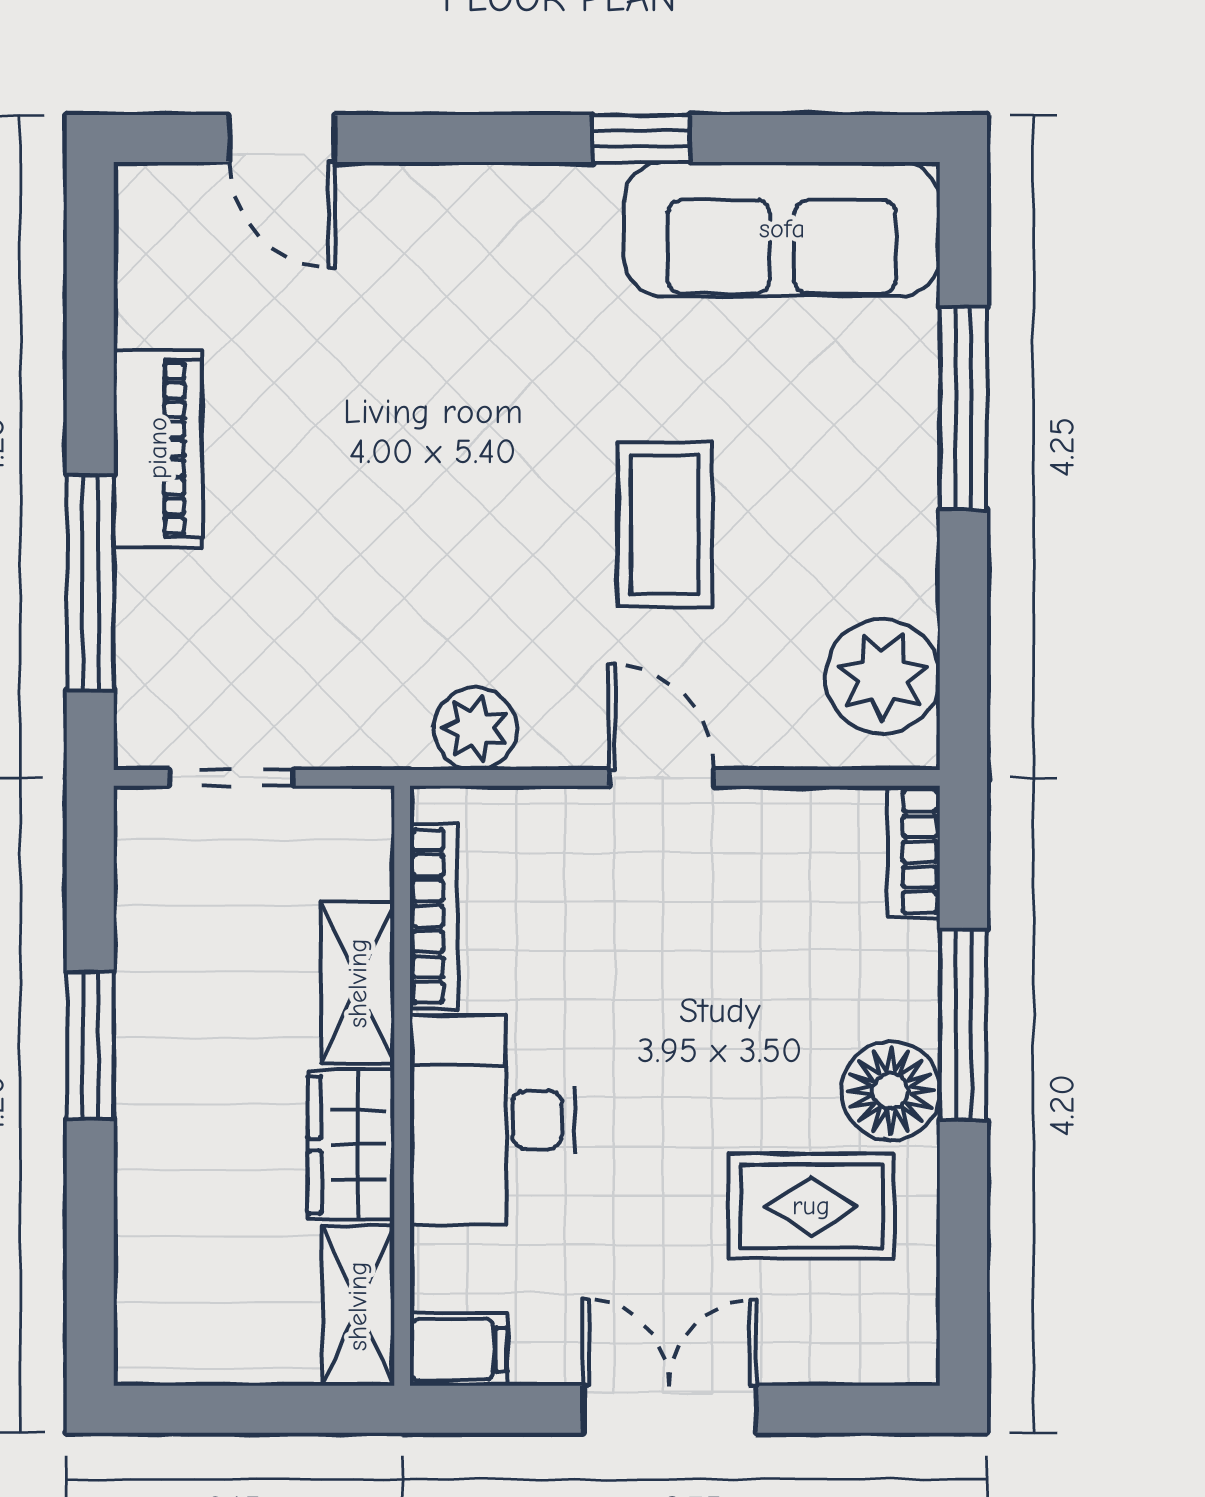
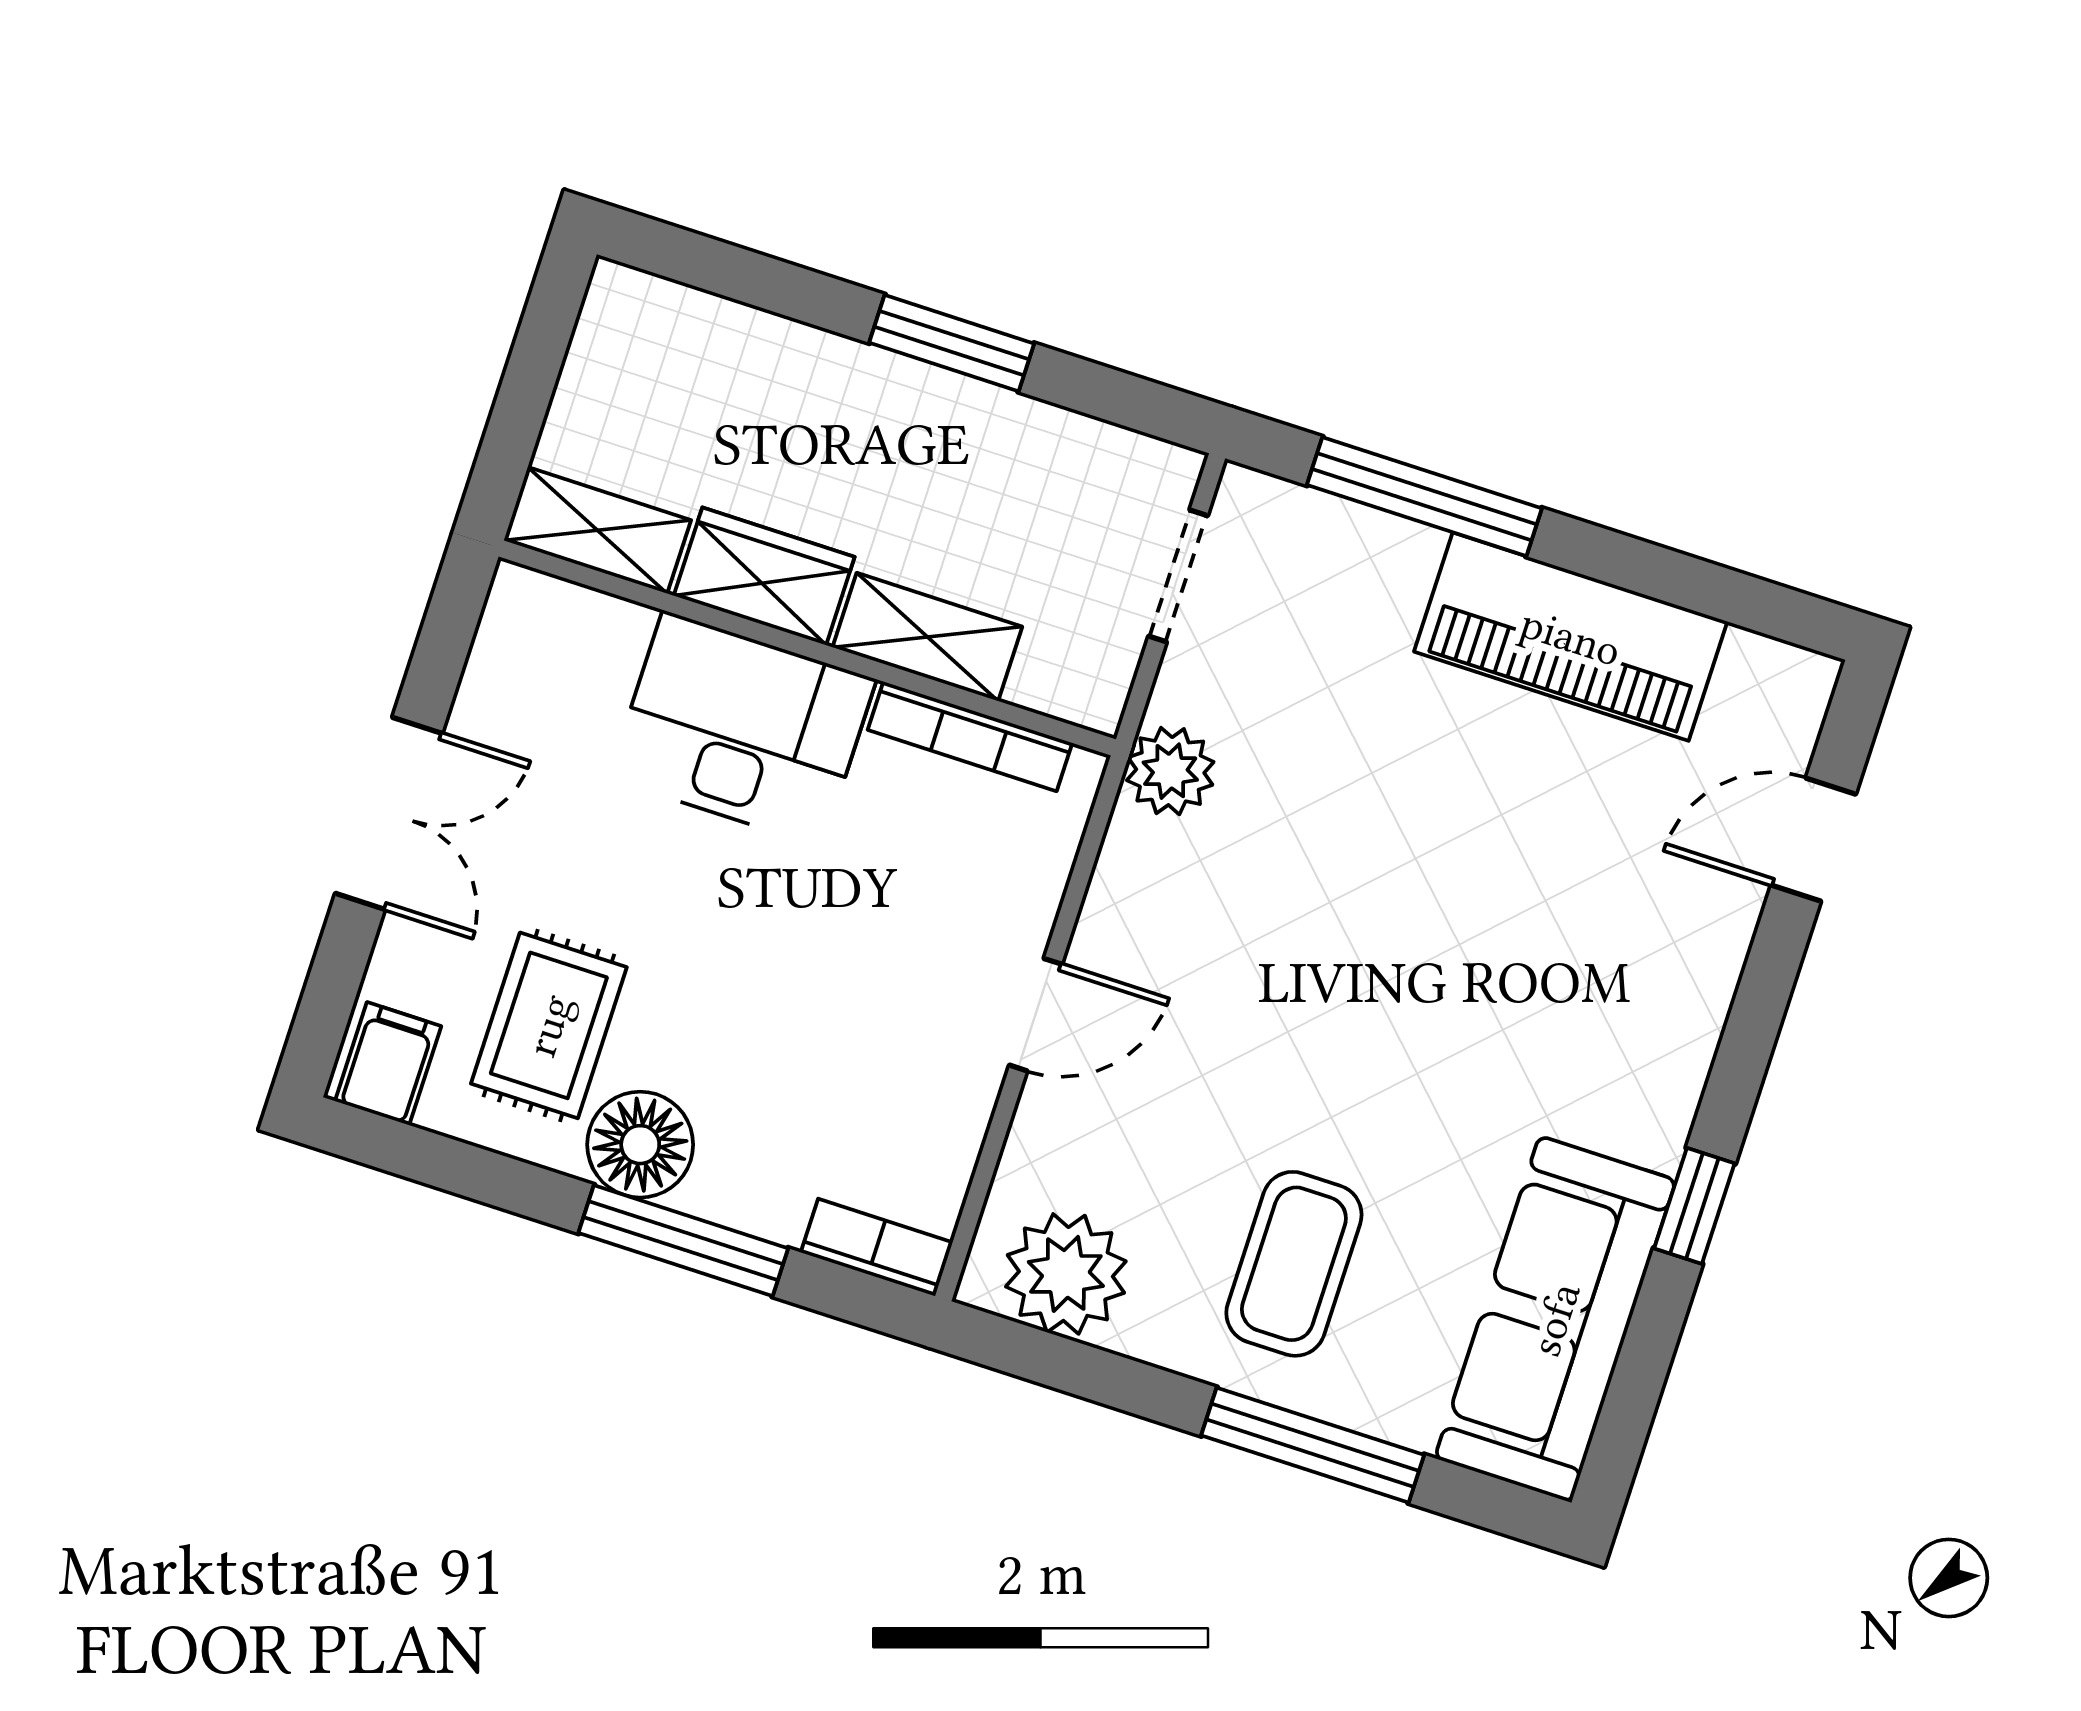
piano: (158, 448) -> (1571, 637), width x1.37, depth x1.33
coffee table: (665, 524) -> (1294, 1264), moved, turned 90
plant: (475, 729) -> (1170, 771), moved
filing cabinet: (458, 1349) -> (388, 1064), moved, turned 180

